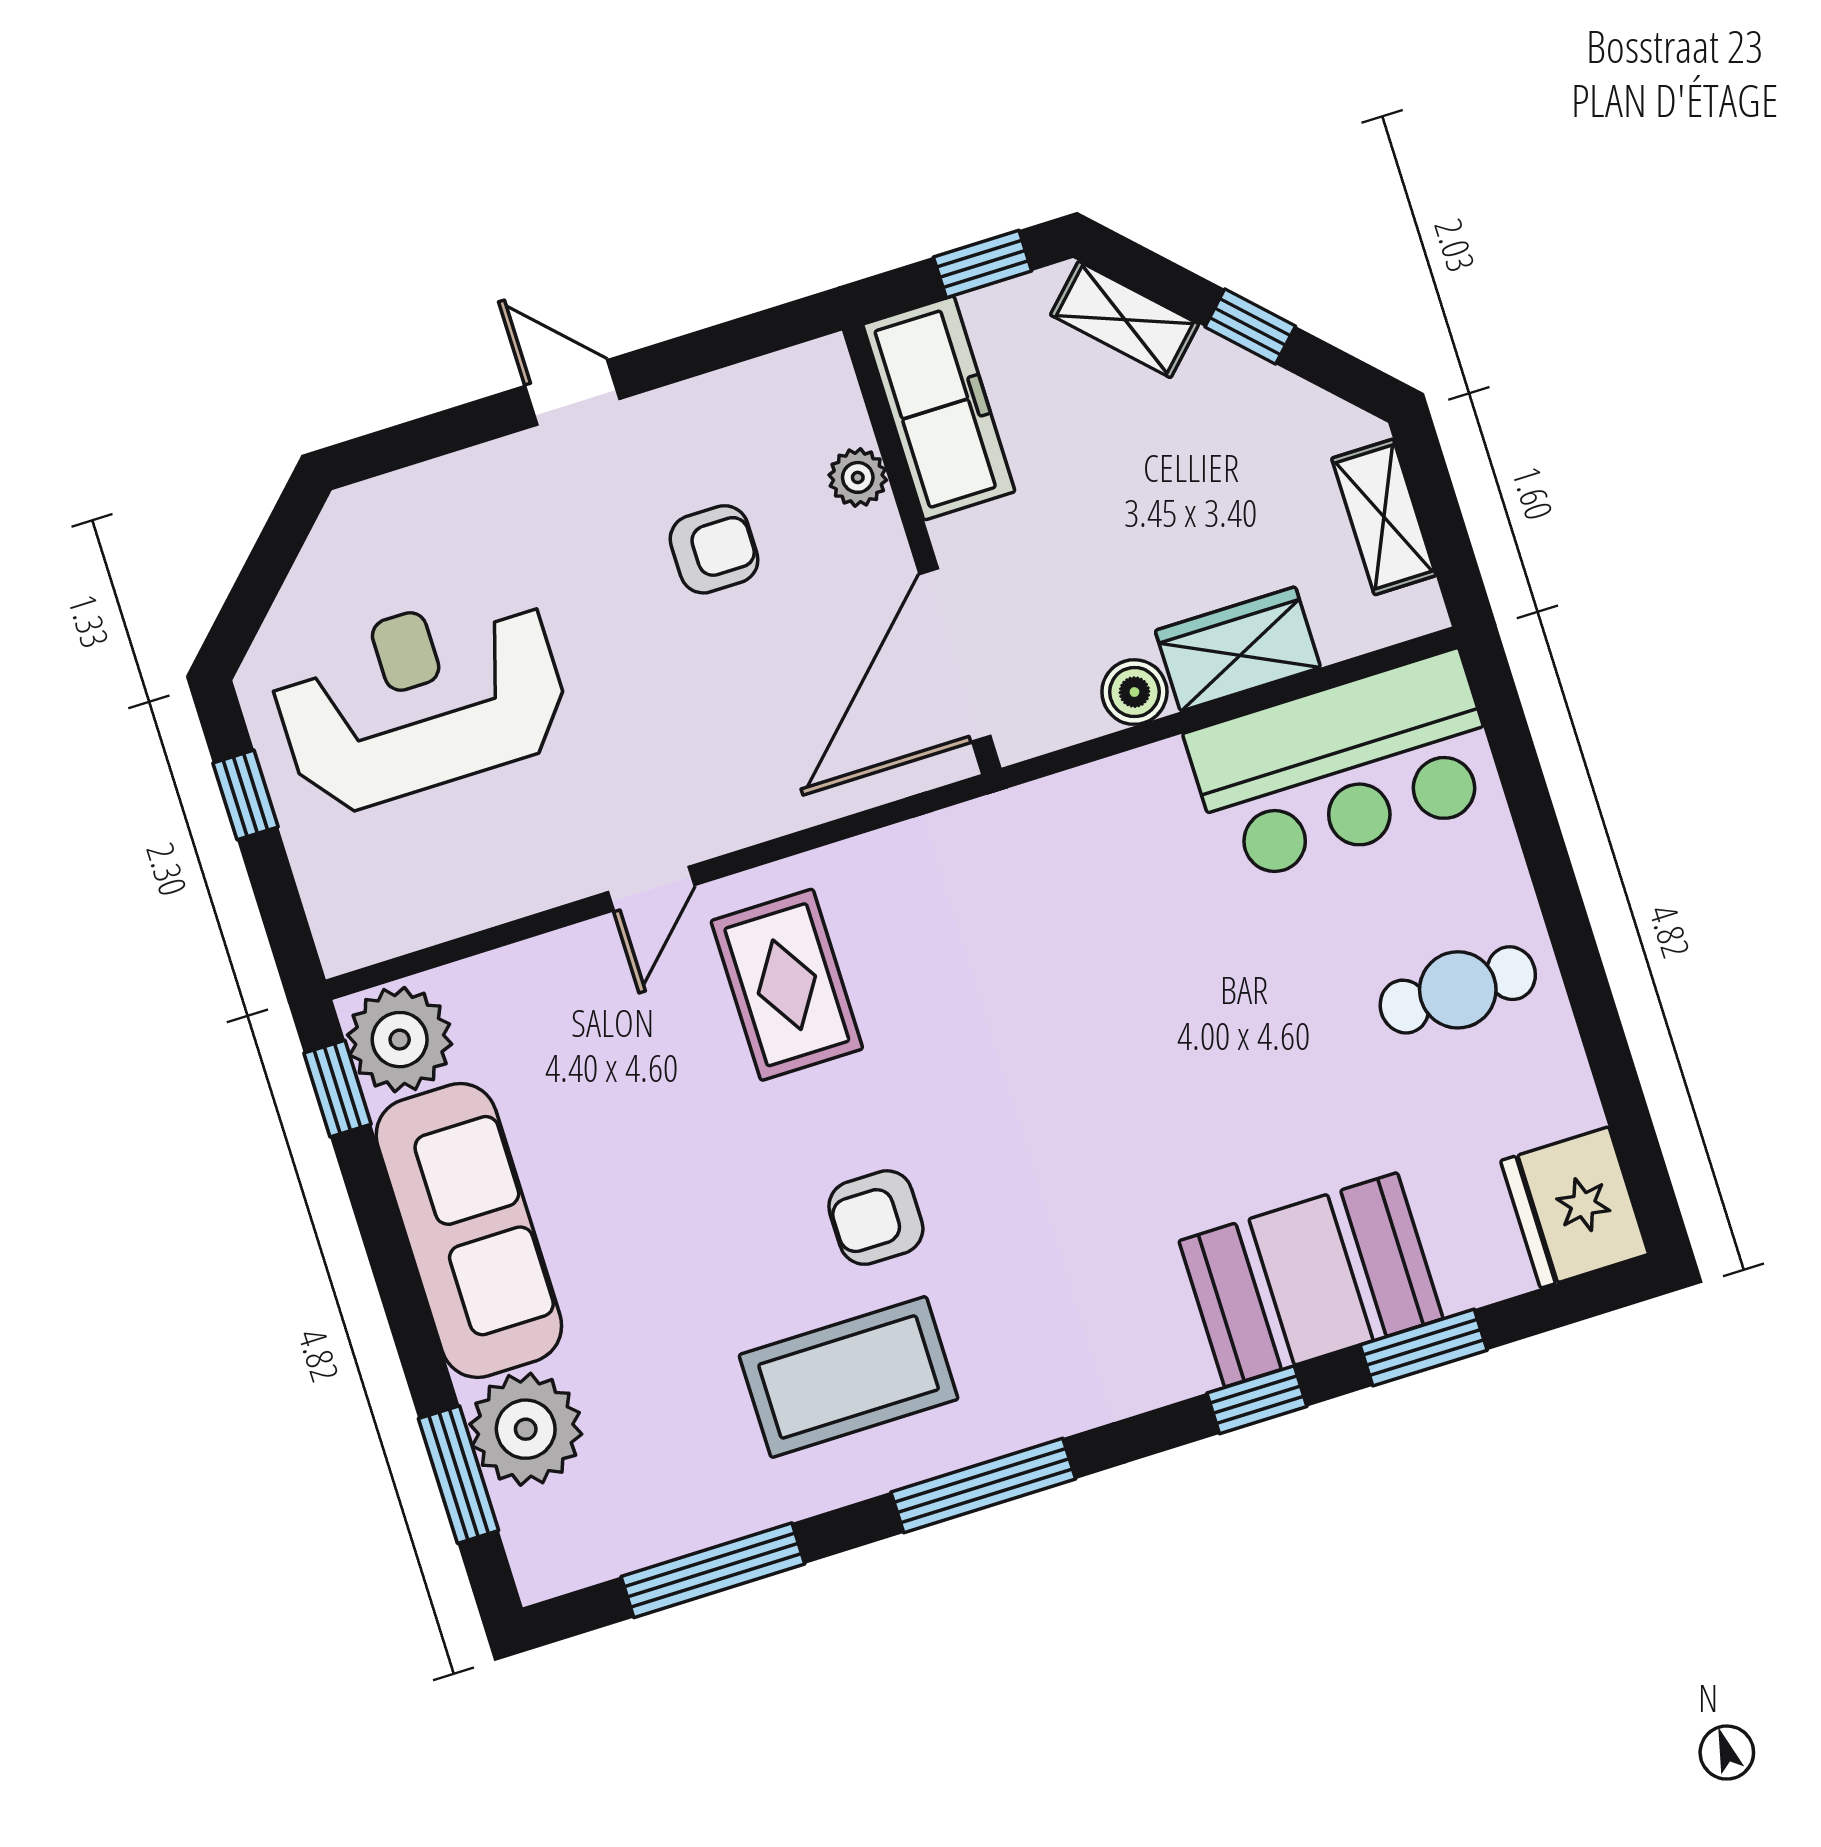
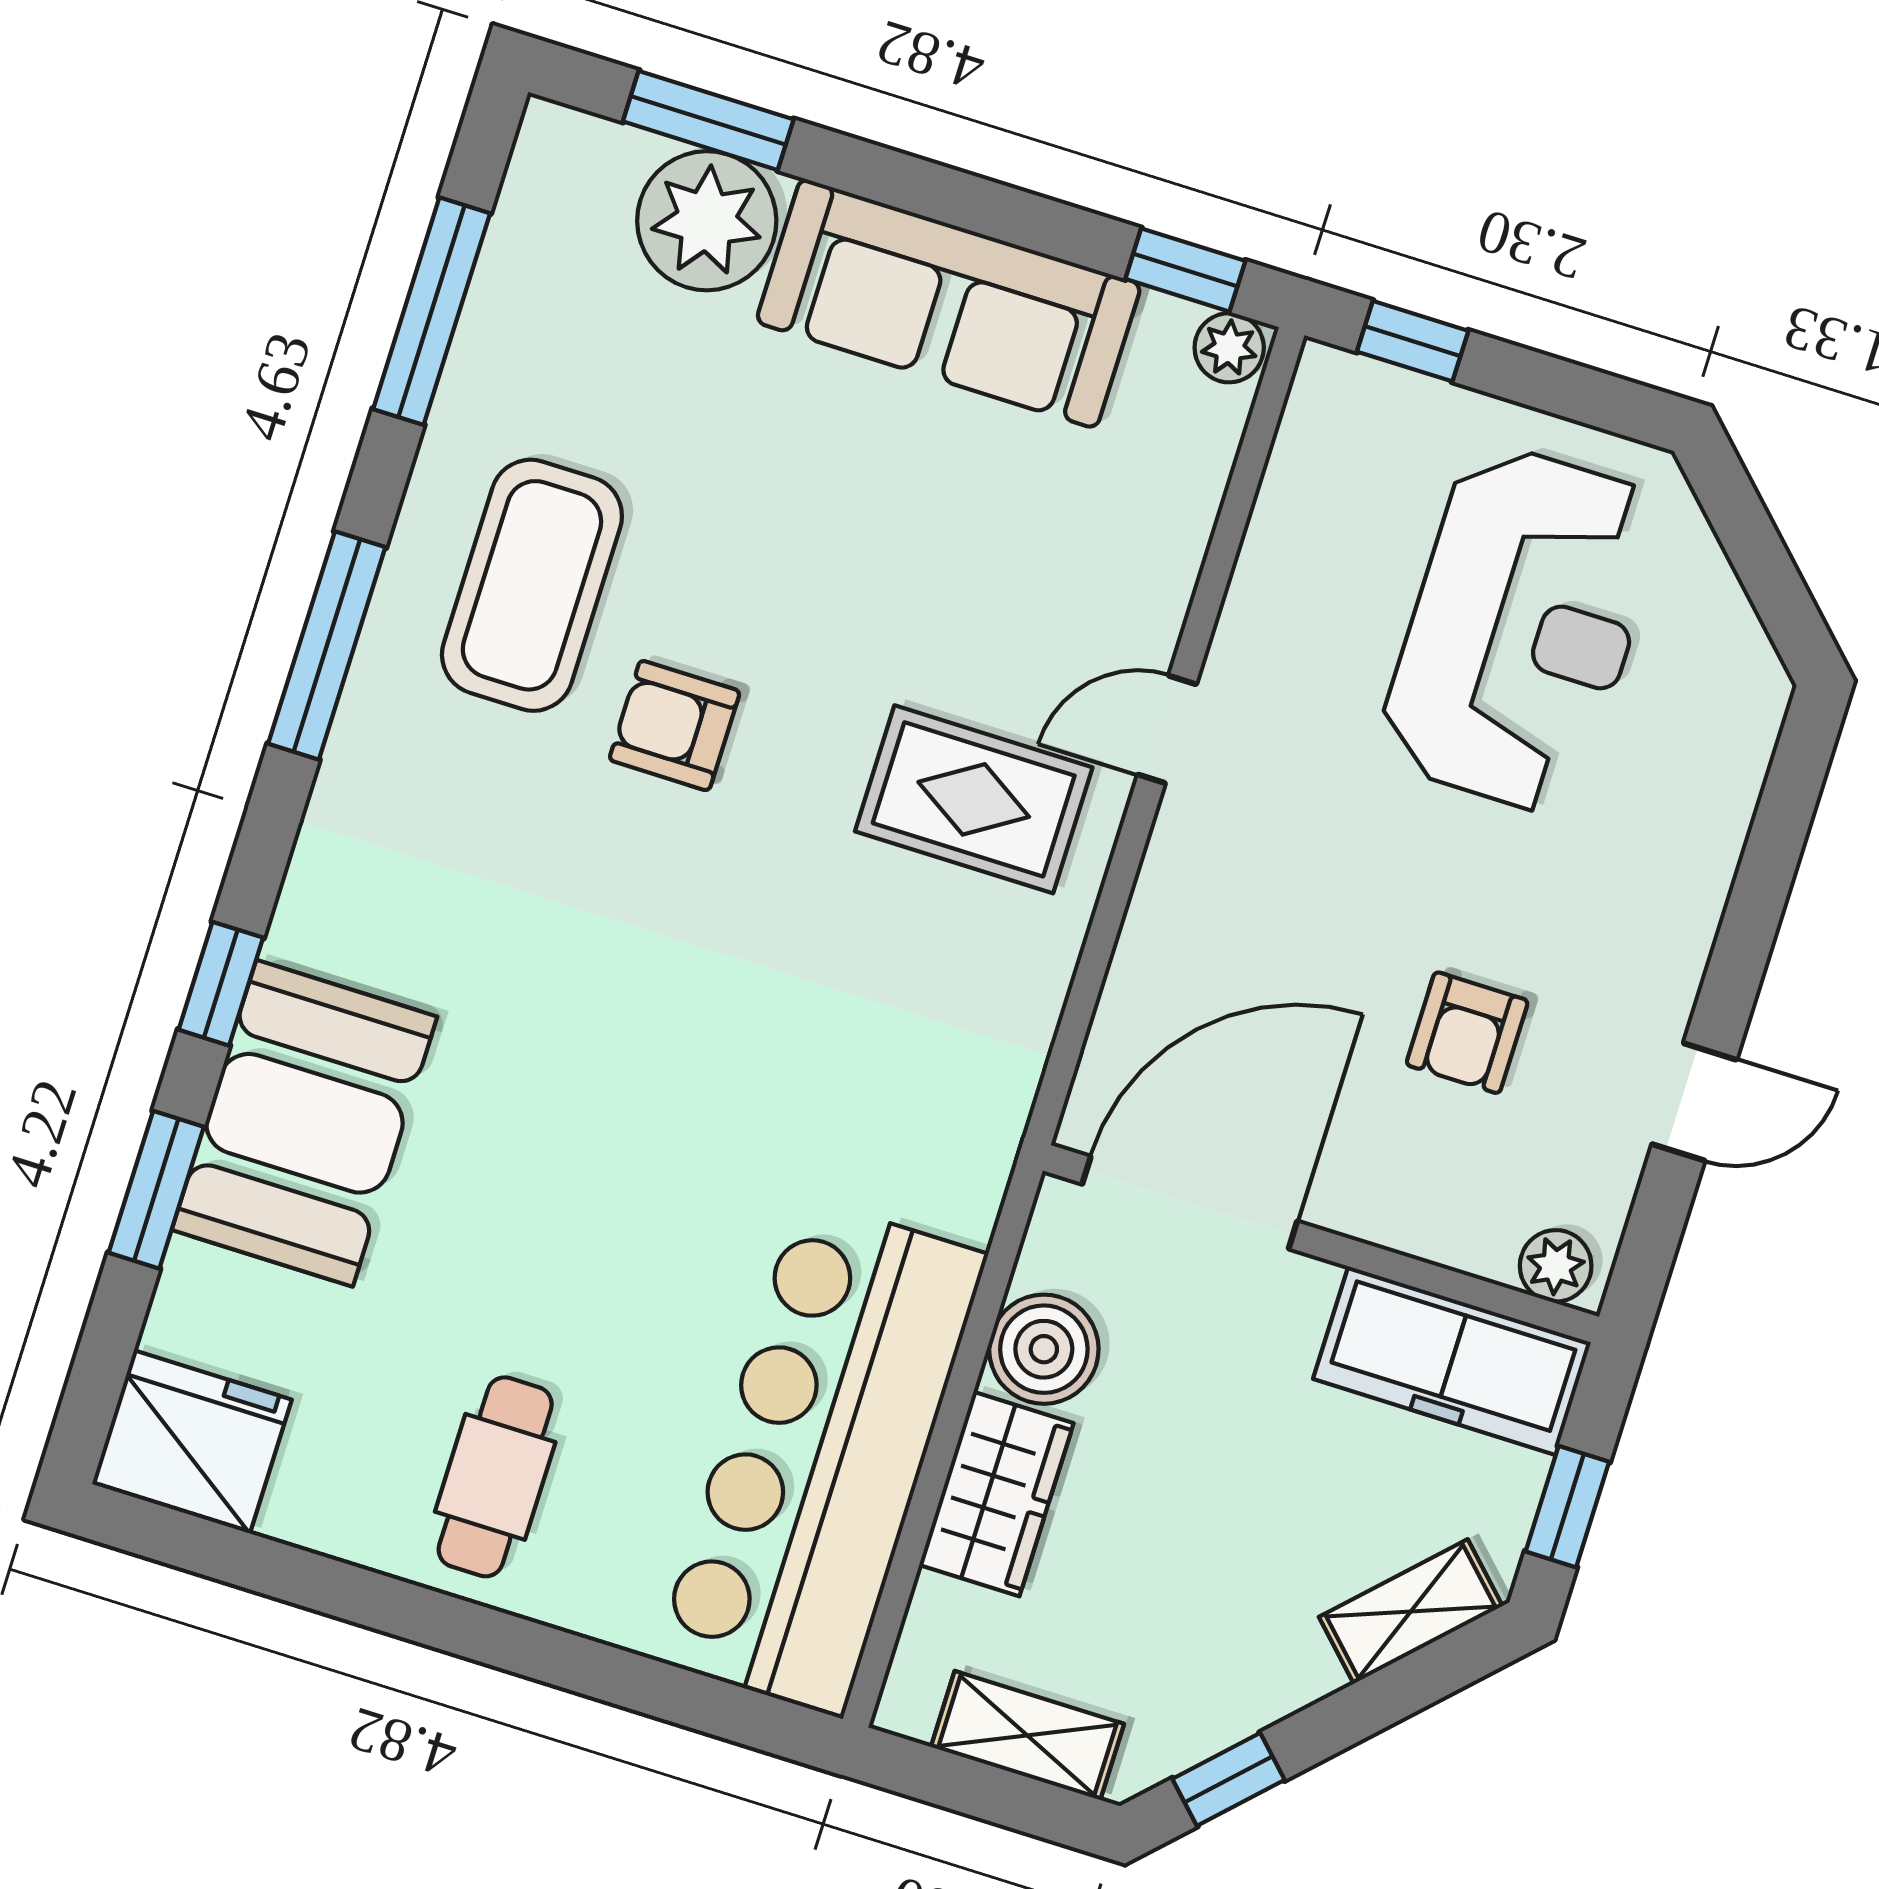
window: (1250, 326) -> (1229, 1779), moved
door: (572, 392) -> (1694, 1102), moved
plant: (858, 477) -> (1556, 1266), moved
door: (955, 655) -> (1190, 1203), hinge flipped
boiler: (1134, 692) -> (1044, 1349), width x1.36, depth x1.36
bar counter: (1344, 767) -> (821, 1457), width x1.36
window: (245, 795) -> (1413, 341), moved
door: (651, 889) -> (1167, 729), hinge flipped
plant: (400, 1040) -> (1229, 348), width x0.53, depth x0.53
armchair: (876, 1218) -> (675, 726), turned -90

